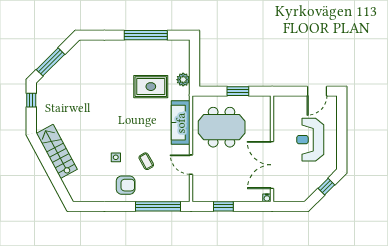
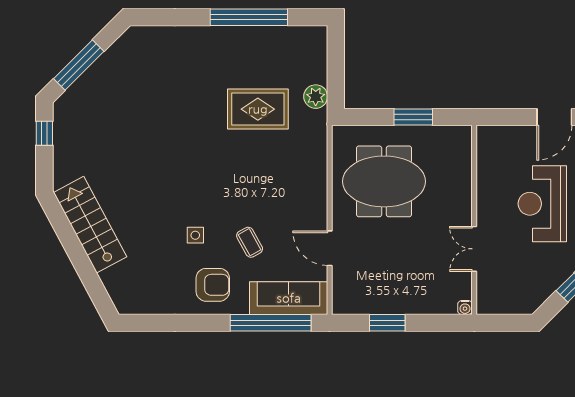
sofa: (181, 123) -> (289, 298), moved, turned 90
double door: (272, 165) -> (474, 249), width x0.54

